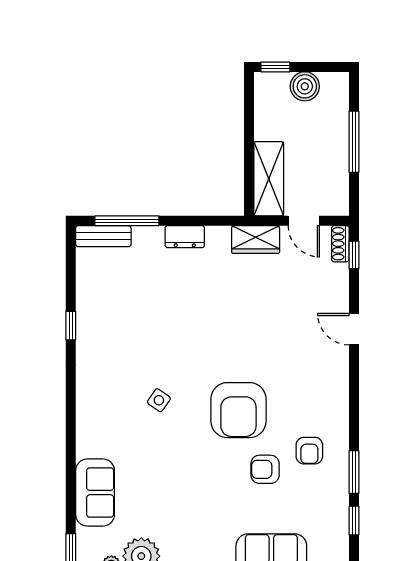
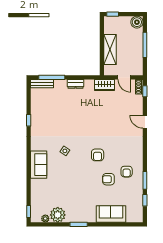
boiler: (305, 86) -> (137, 22), moved
shelving: (269, 179) -> (110, 50), moved
armchair: (238, 410) -> (98, 155), width x0.53, depth x0.53
sofa: (95, 493) -> (39, 165), moved

